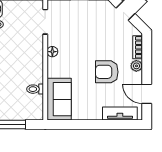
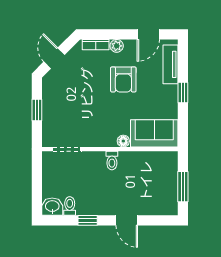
floor lamp: (52, 52) -> (123, 141), moved
toilet: (35, 89) -> (112, 160), moved
window: (95, 124) -> (183, 92), added

